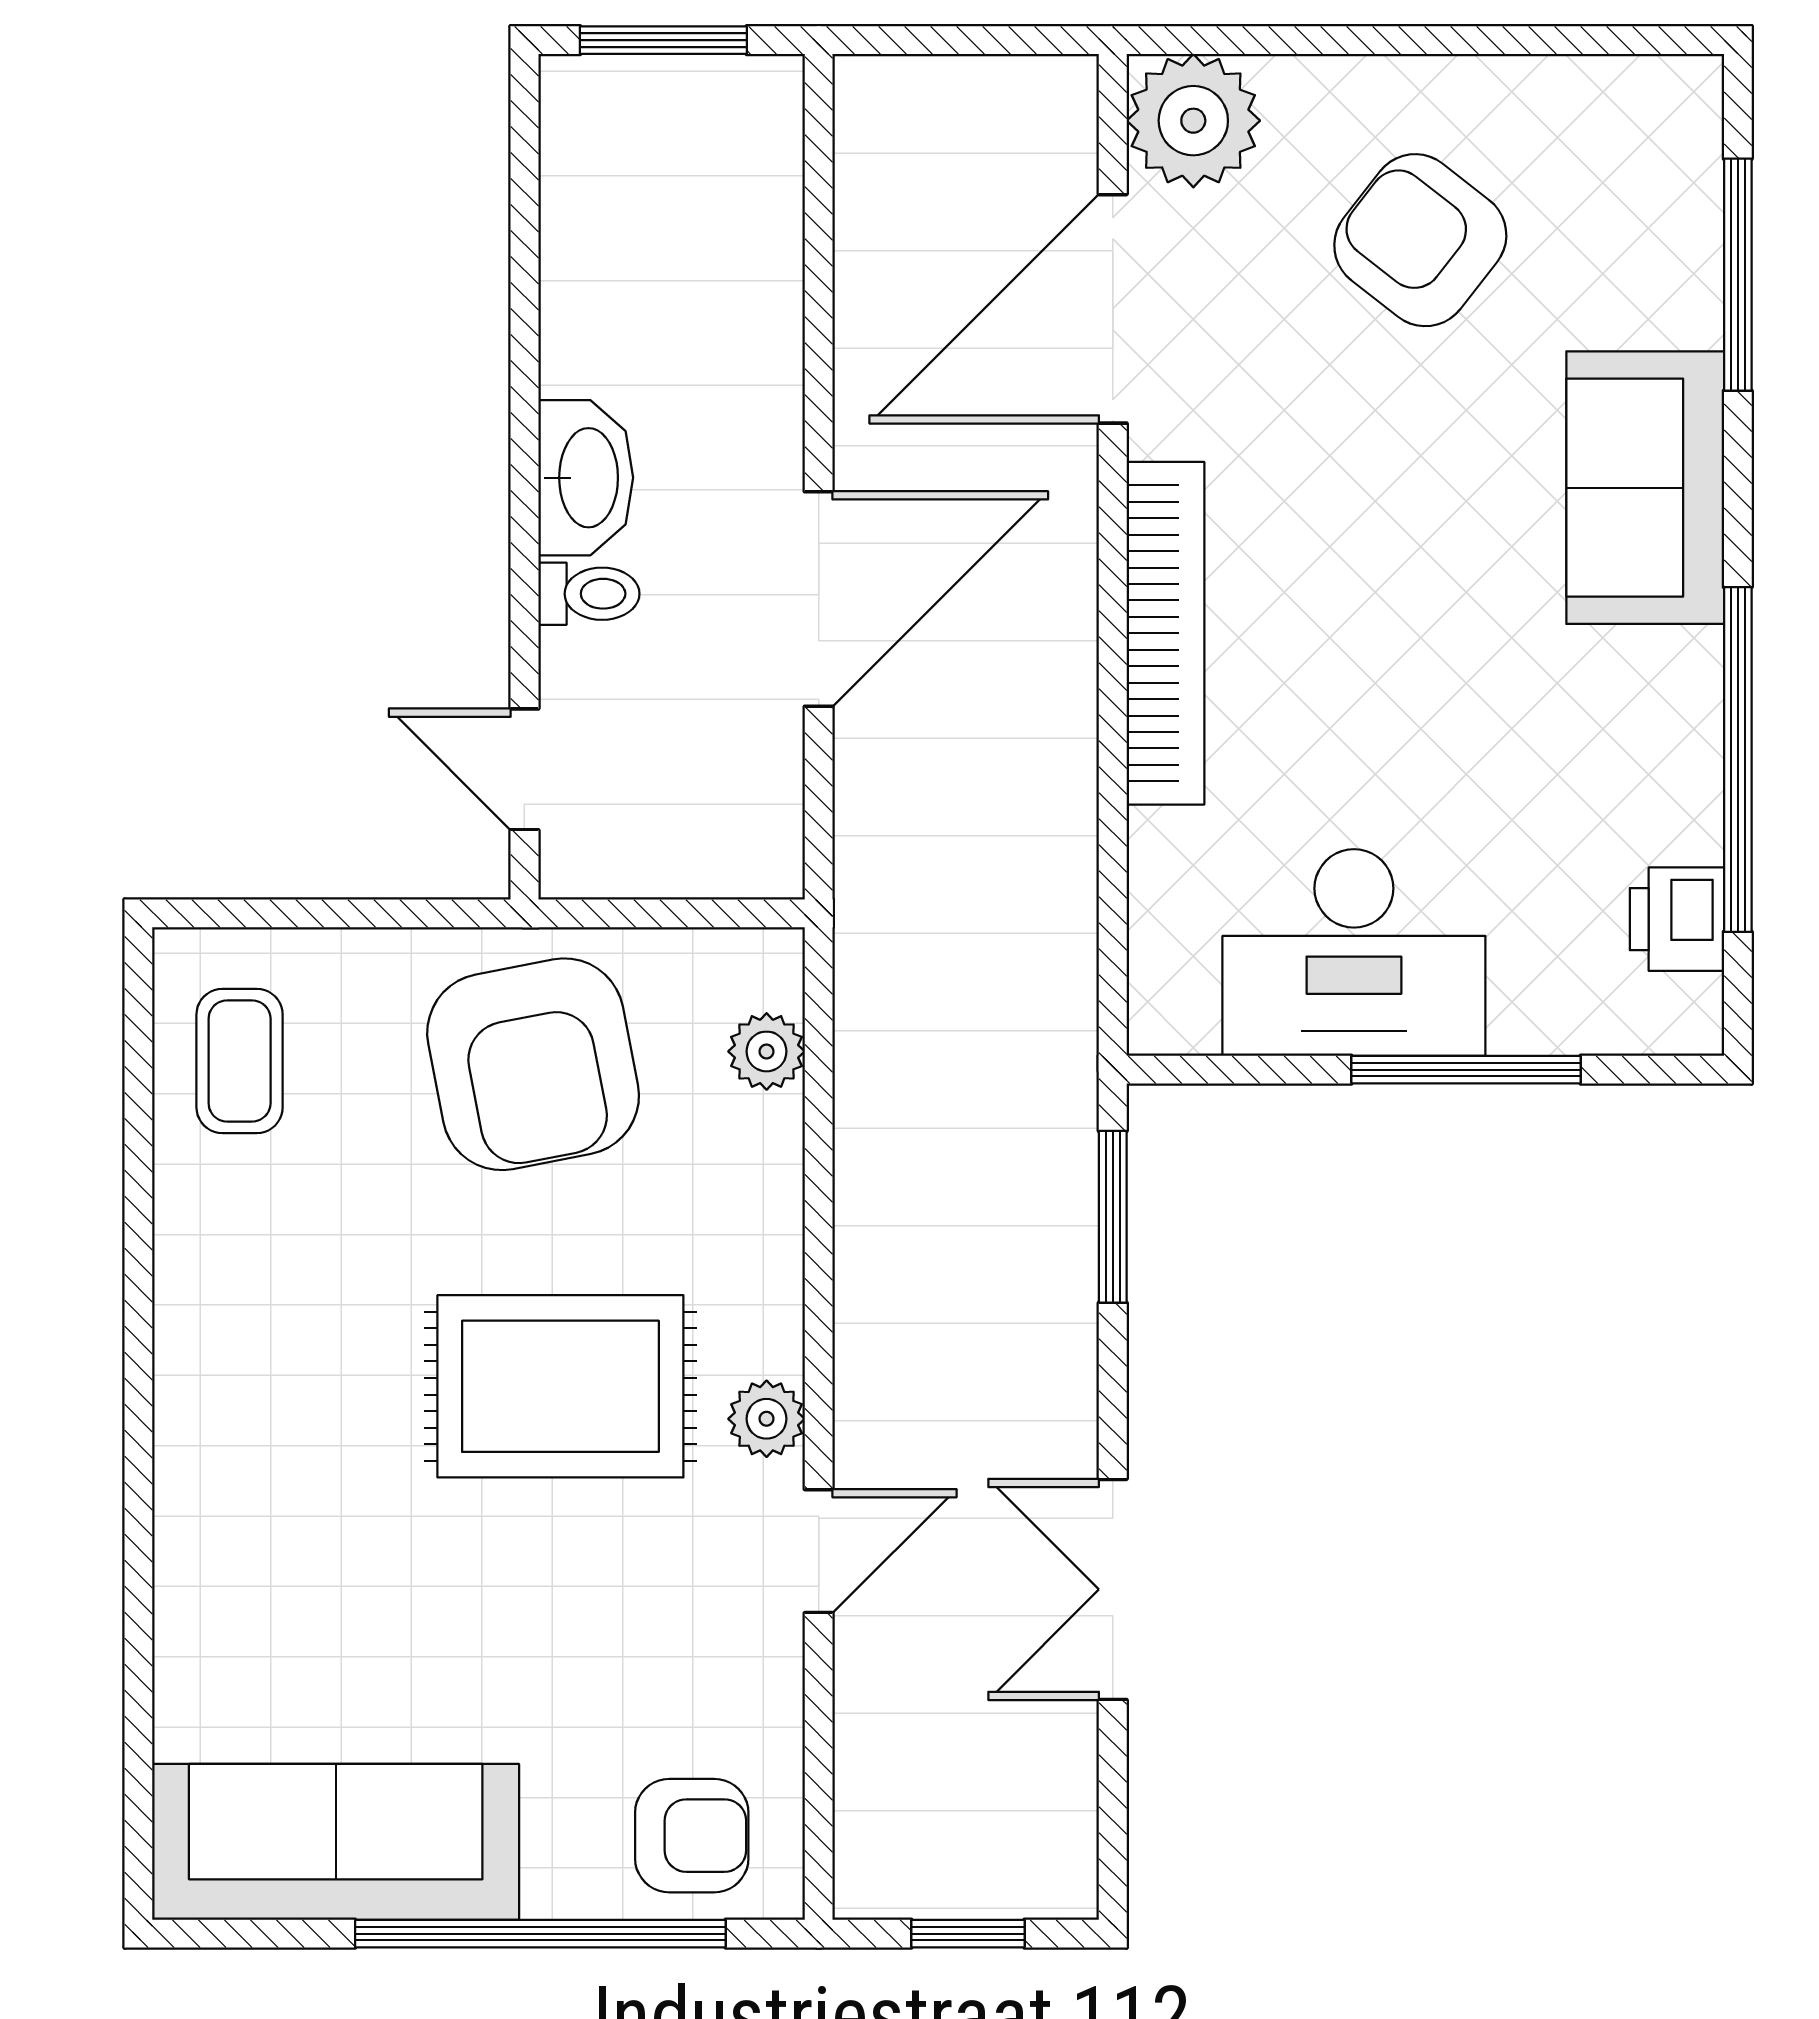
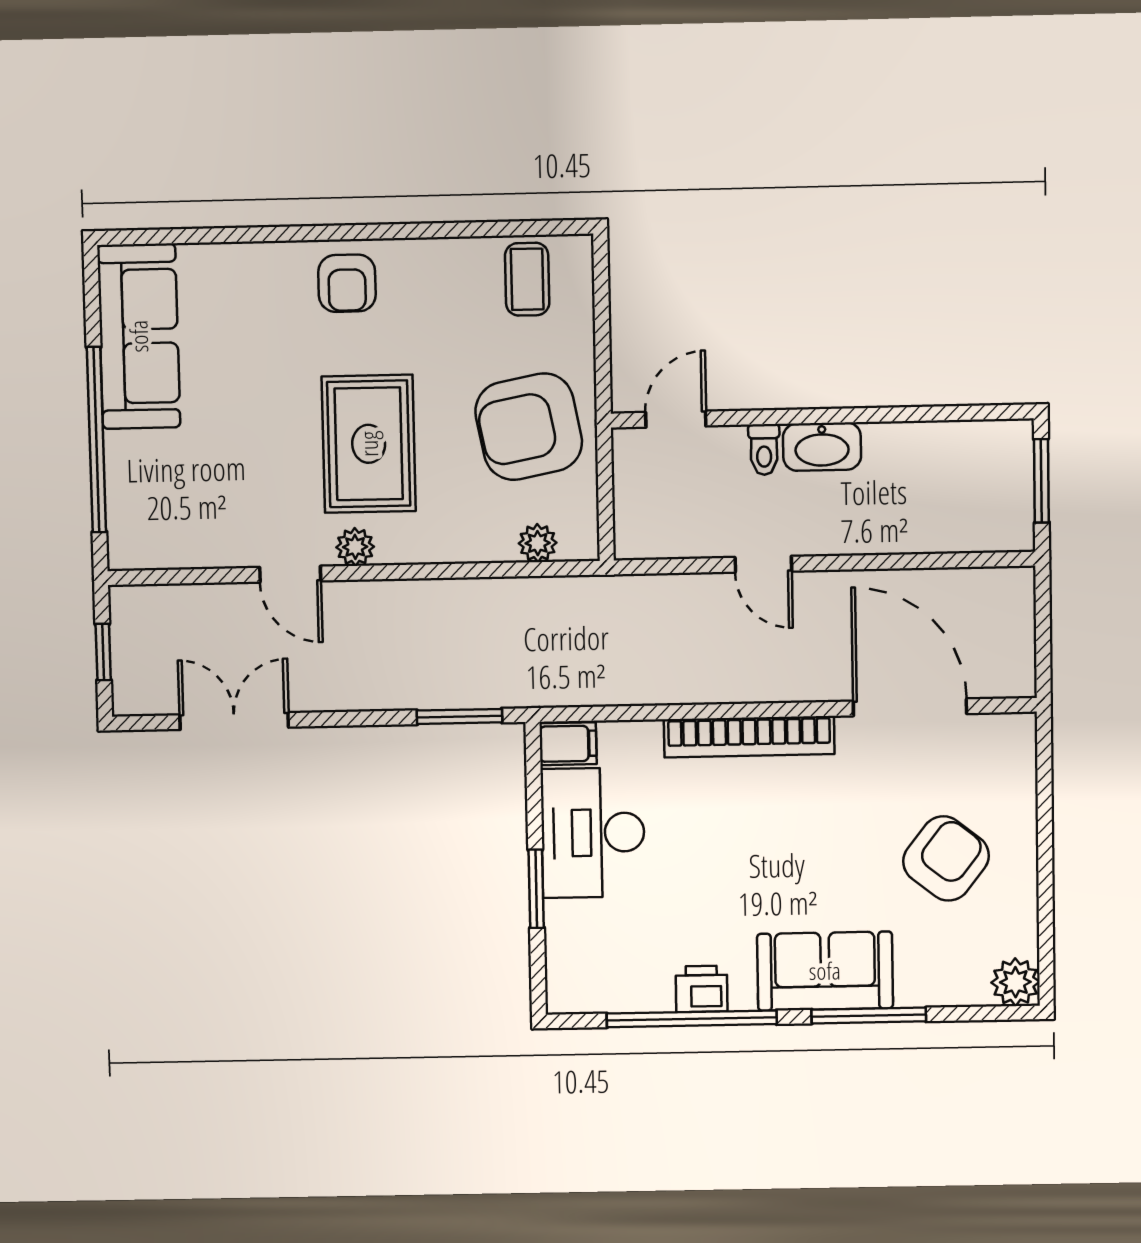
plant: (1193, 121) -> (1015, 982), moved, width x0.73, depth x0.73
window: (1738, 275) -> (869, 1016), moved
door: (819, 599) -> (763, 564), width x0.53
printer: (1677, 919) -> (702, 989), moved
filing cabinet: (1172, 999) -> (568, 744), added
coffee table: (240, 1061) -> (527, 279), turned 90
window: (1466, 1070) -> (536, 889), width x0.69
double door: (1113, 1589) -> (234, 721), moved
armchair: (692, 1836) -> (347, 283), moved

